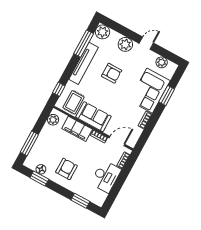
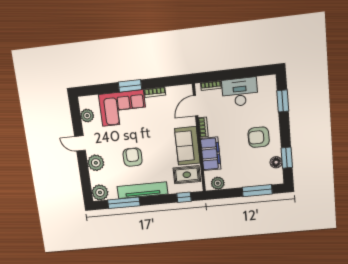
window: (167, 95) -> (130, 86), moved
door: (117, 141) -> (196, 106), hinge flipped

